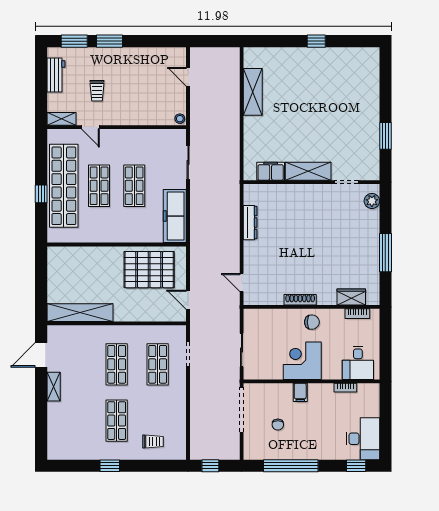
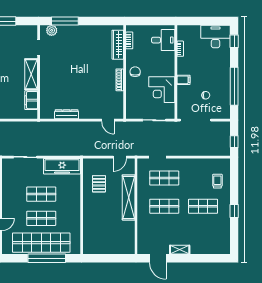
window: (41, 194) -> (47, 258), width x3.17
window: (385, 253) -> (65, 21), moved
pallet: (149, 270) -> (99, 184), width x0.49, depth x0.50
door: (242, 283) -> (108, 120), hinge flipped
wardrobe: (351, 297) -> (118, 45), width x1.50
shelving: (80, 313) -> (129, 197), moved
corner desk: (302, 361) -> (162, 90), moved

